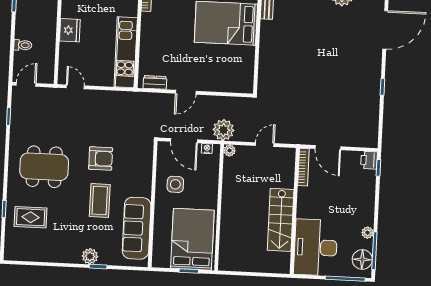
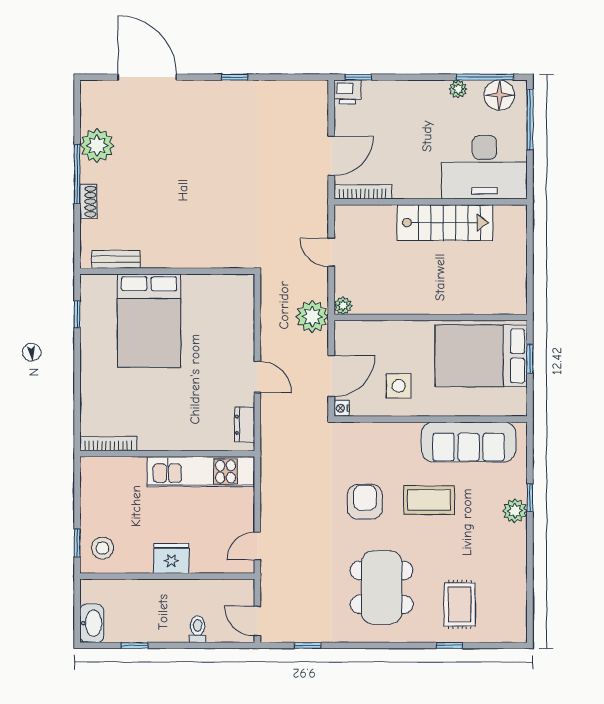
nightstand: (207, 149) -> (342, 408), moved

